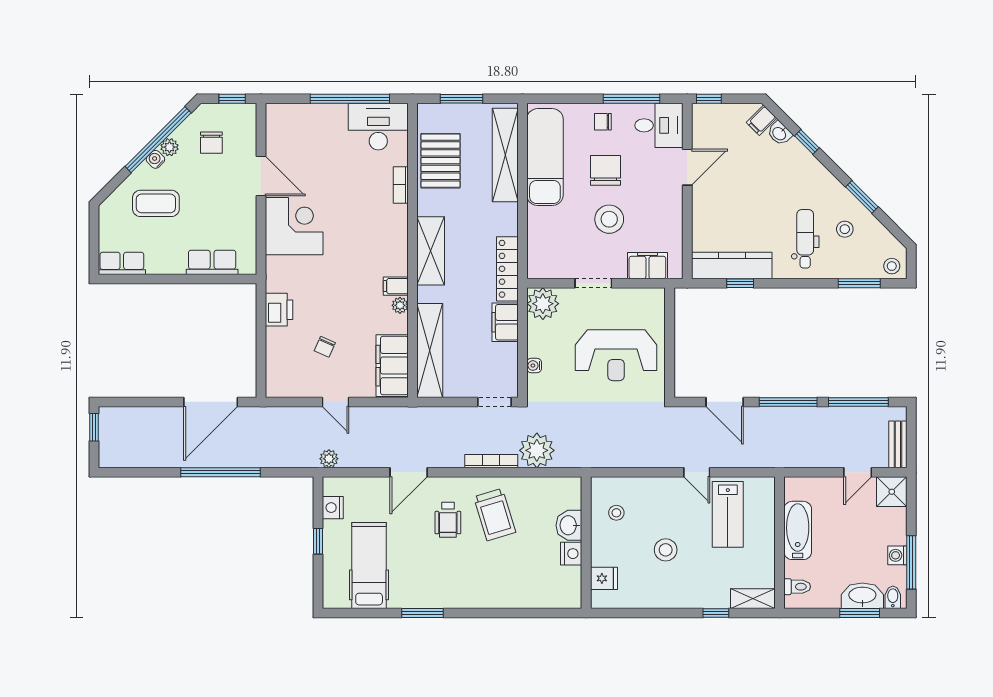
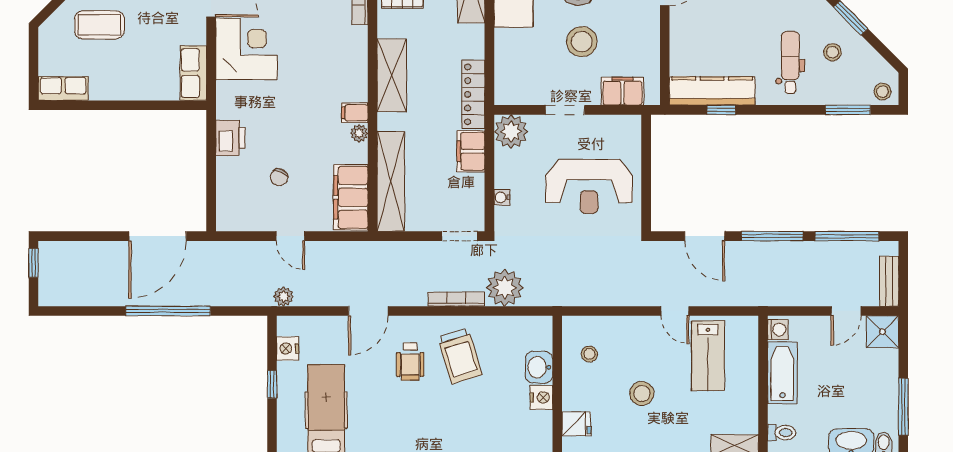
row of seats: (212, 262) -> (193, 73), moved, turned -90
washing machine: (897, 555) -> (778, 330), moved, turned 180

